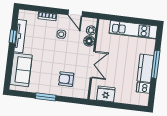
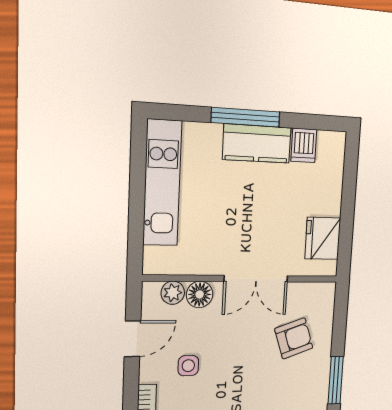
double door: (93, 64) -> (256, 279), swing flipped
armchair: (66, 79) -> (294, 338), turned -109

